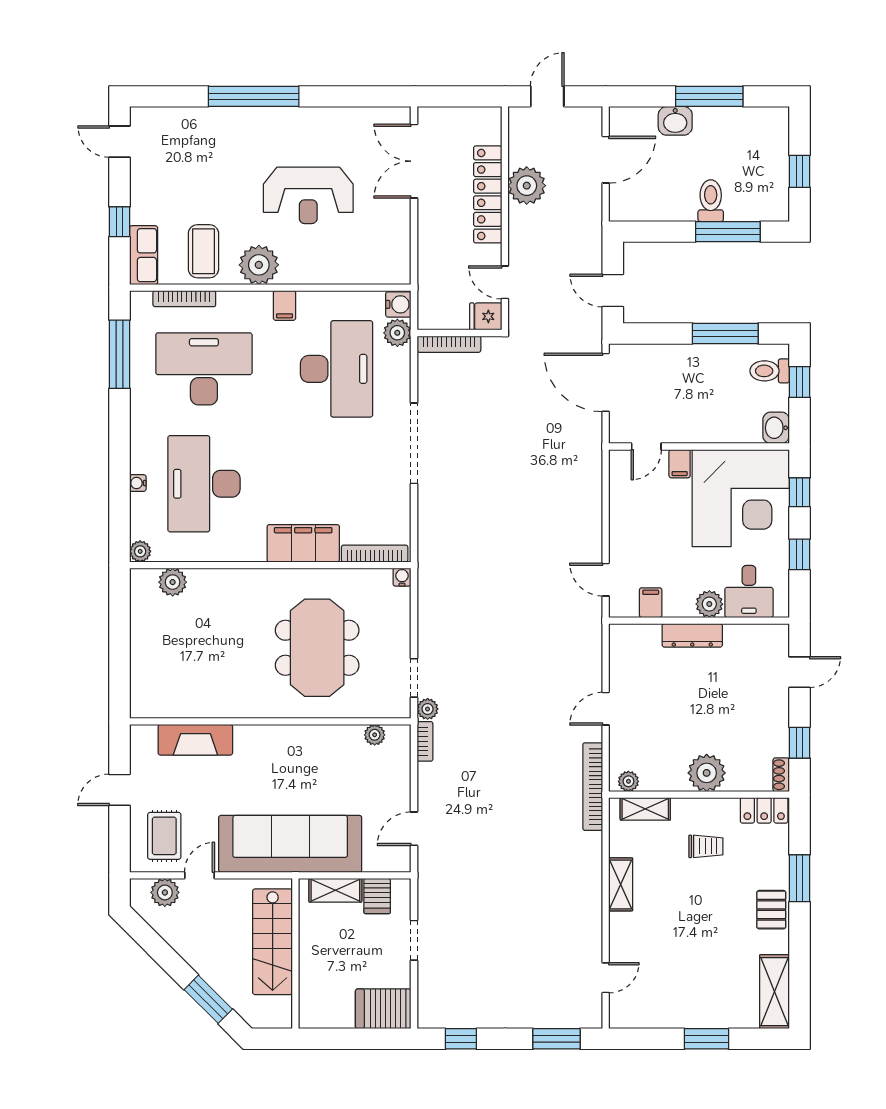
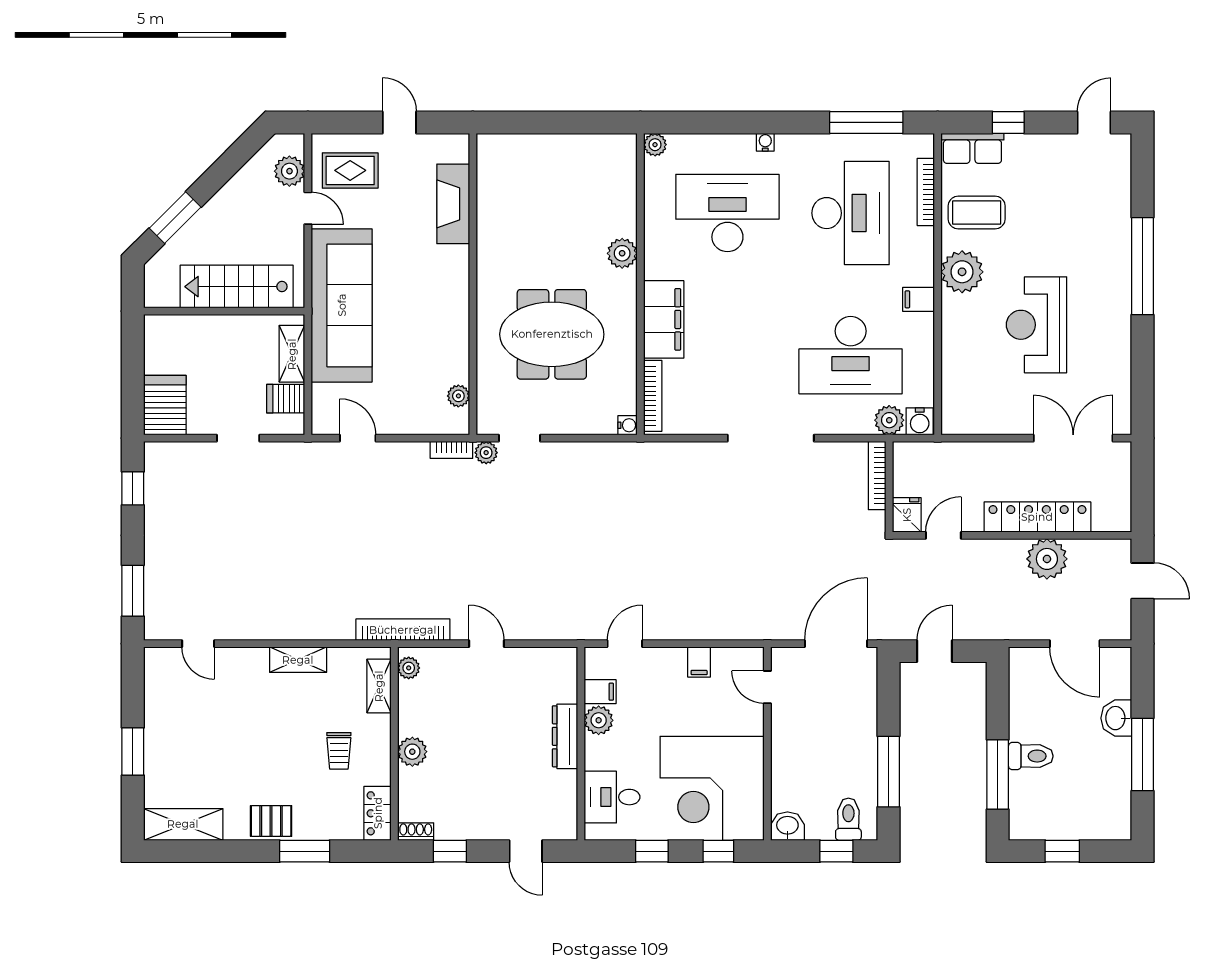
filing cabinet: (680, 464) -> (699, 662), moved, turned -90
water cooler: (138, 483) -> (765, 142), moved
plant: (173, 582) -> (622, 253), moved
plant: (709, 604) -> (599, 720), moved
plant: (707, 773) -> (412, 752), width x0.73, depth x0.73

